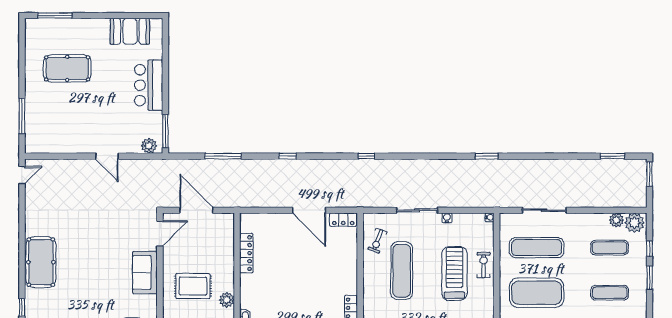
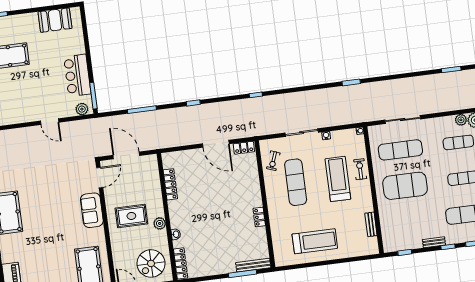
bar counter: (149, 85) -> (77, 75), moved

